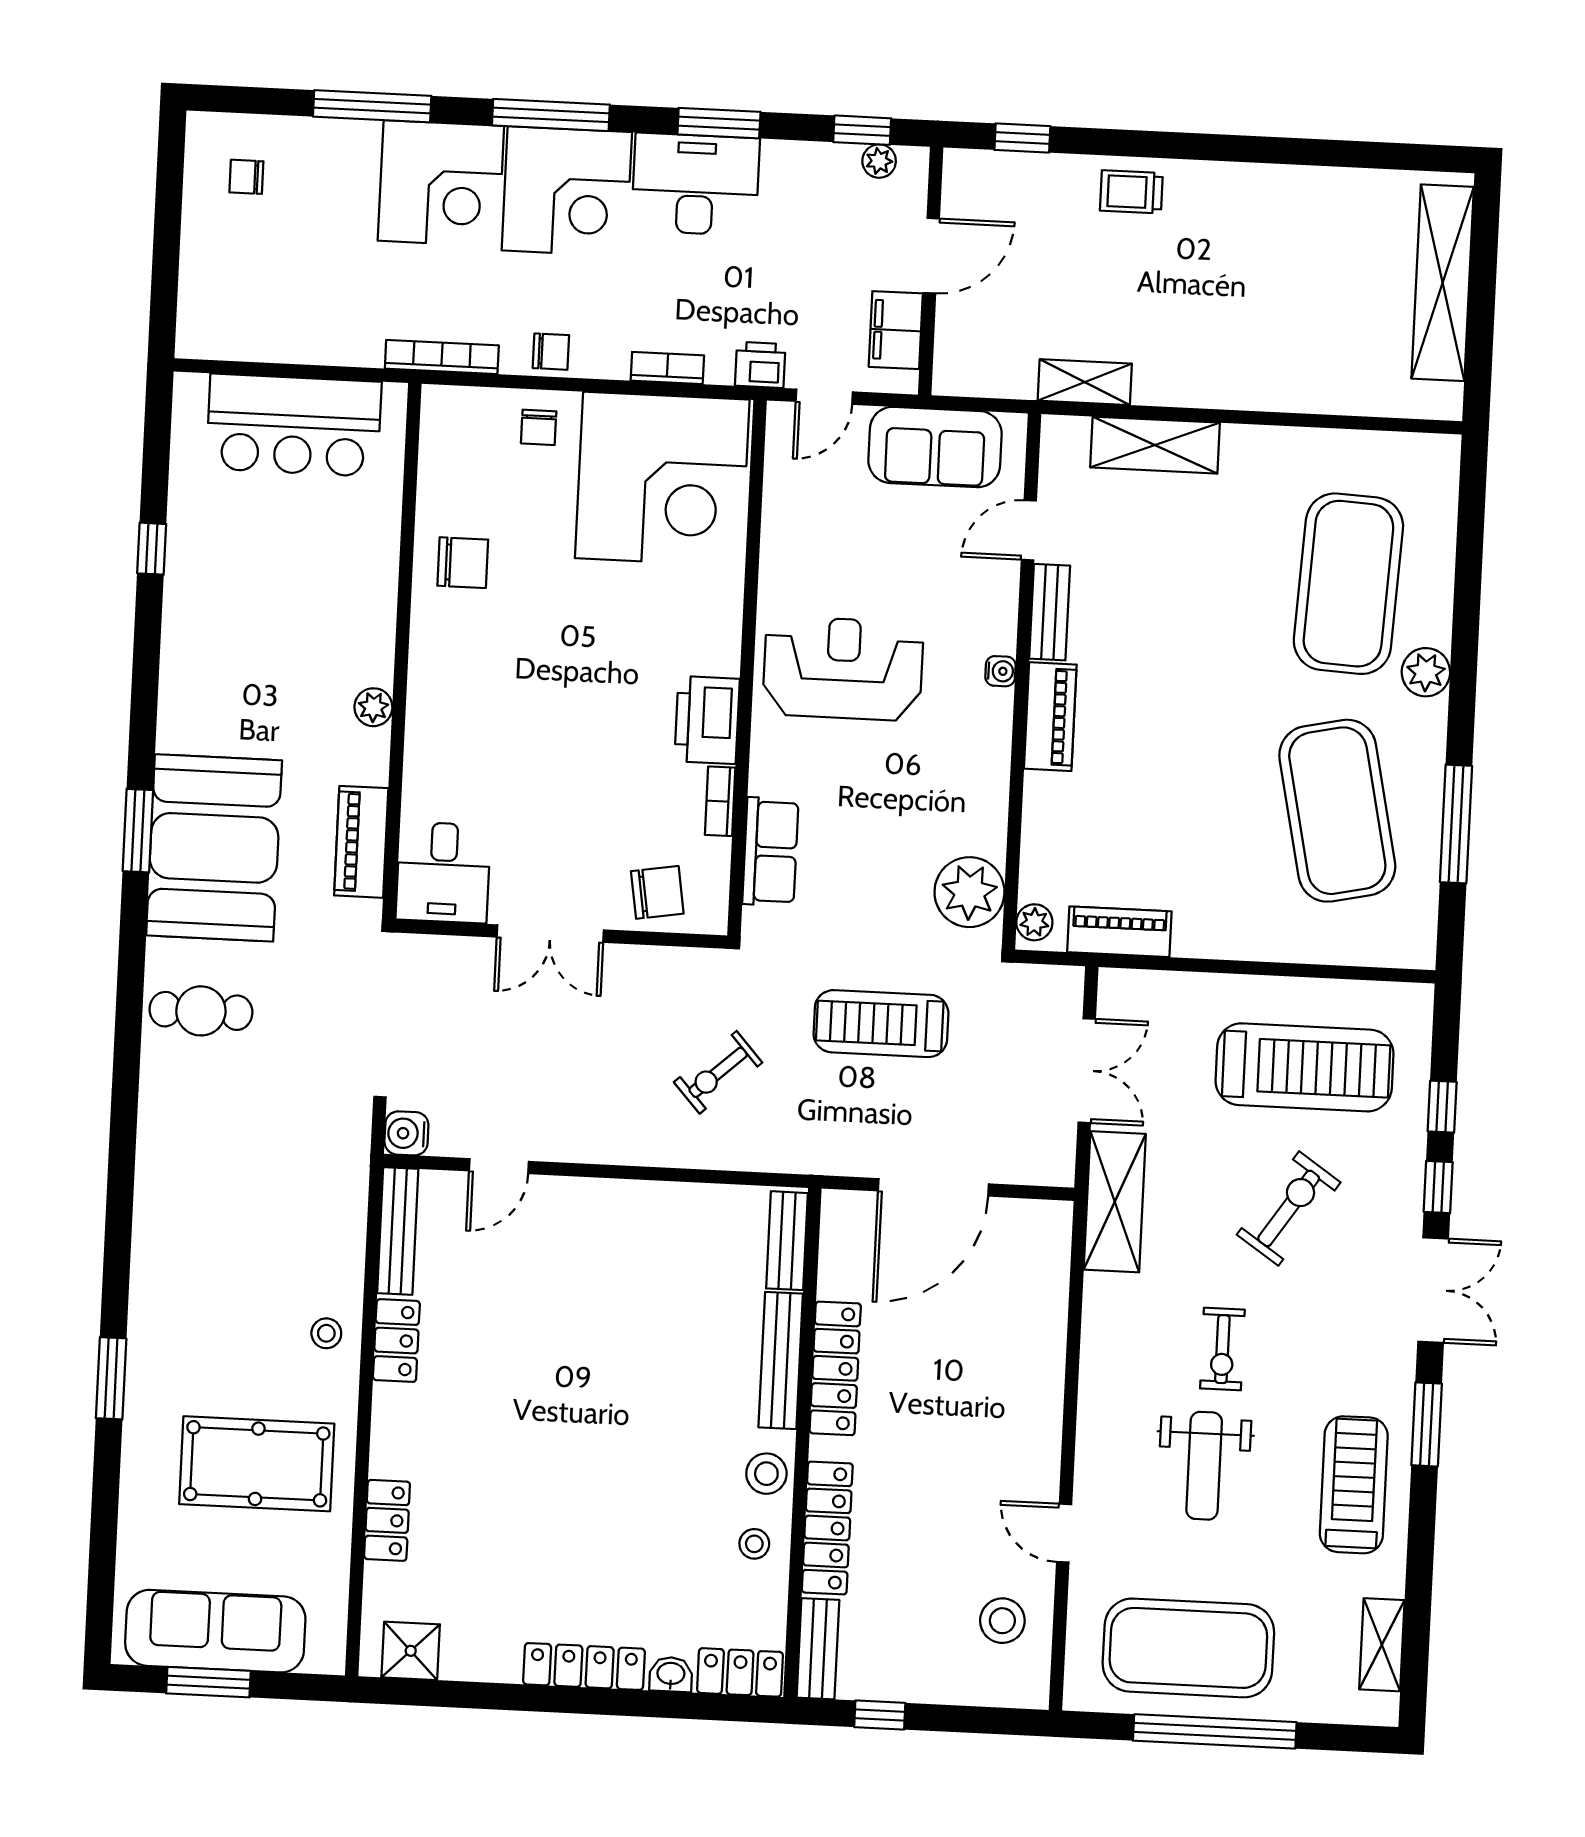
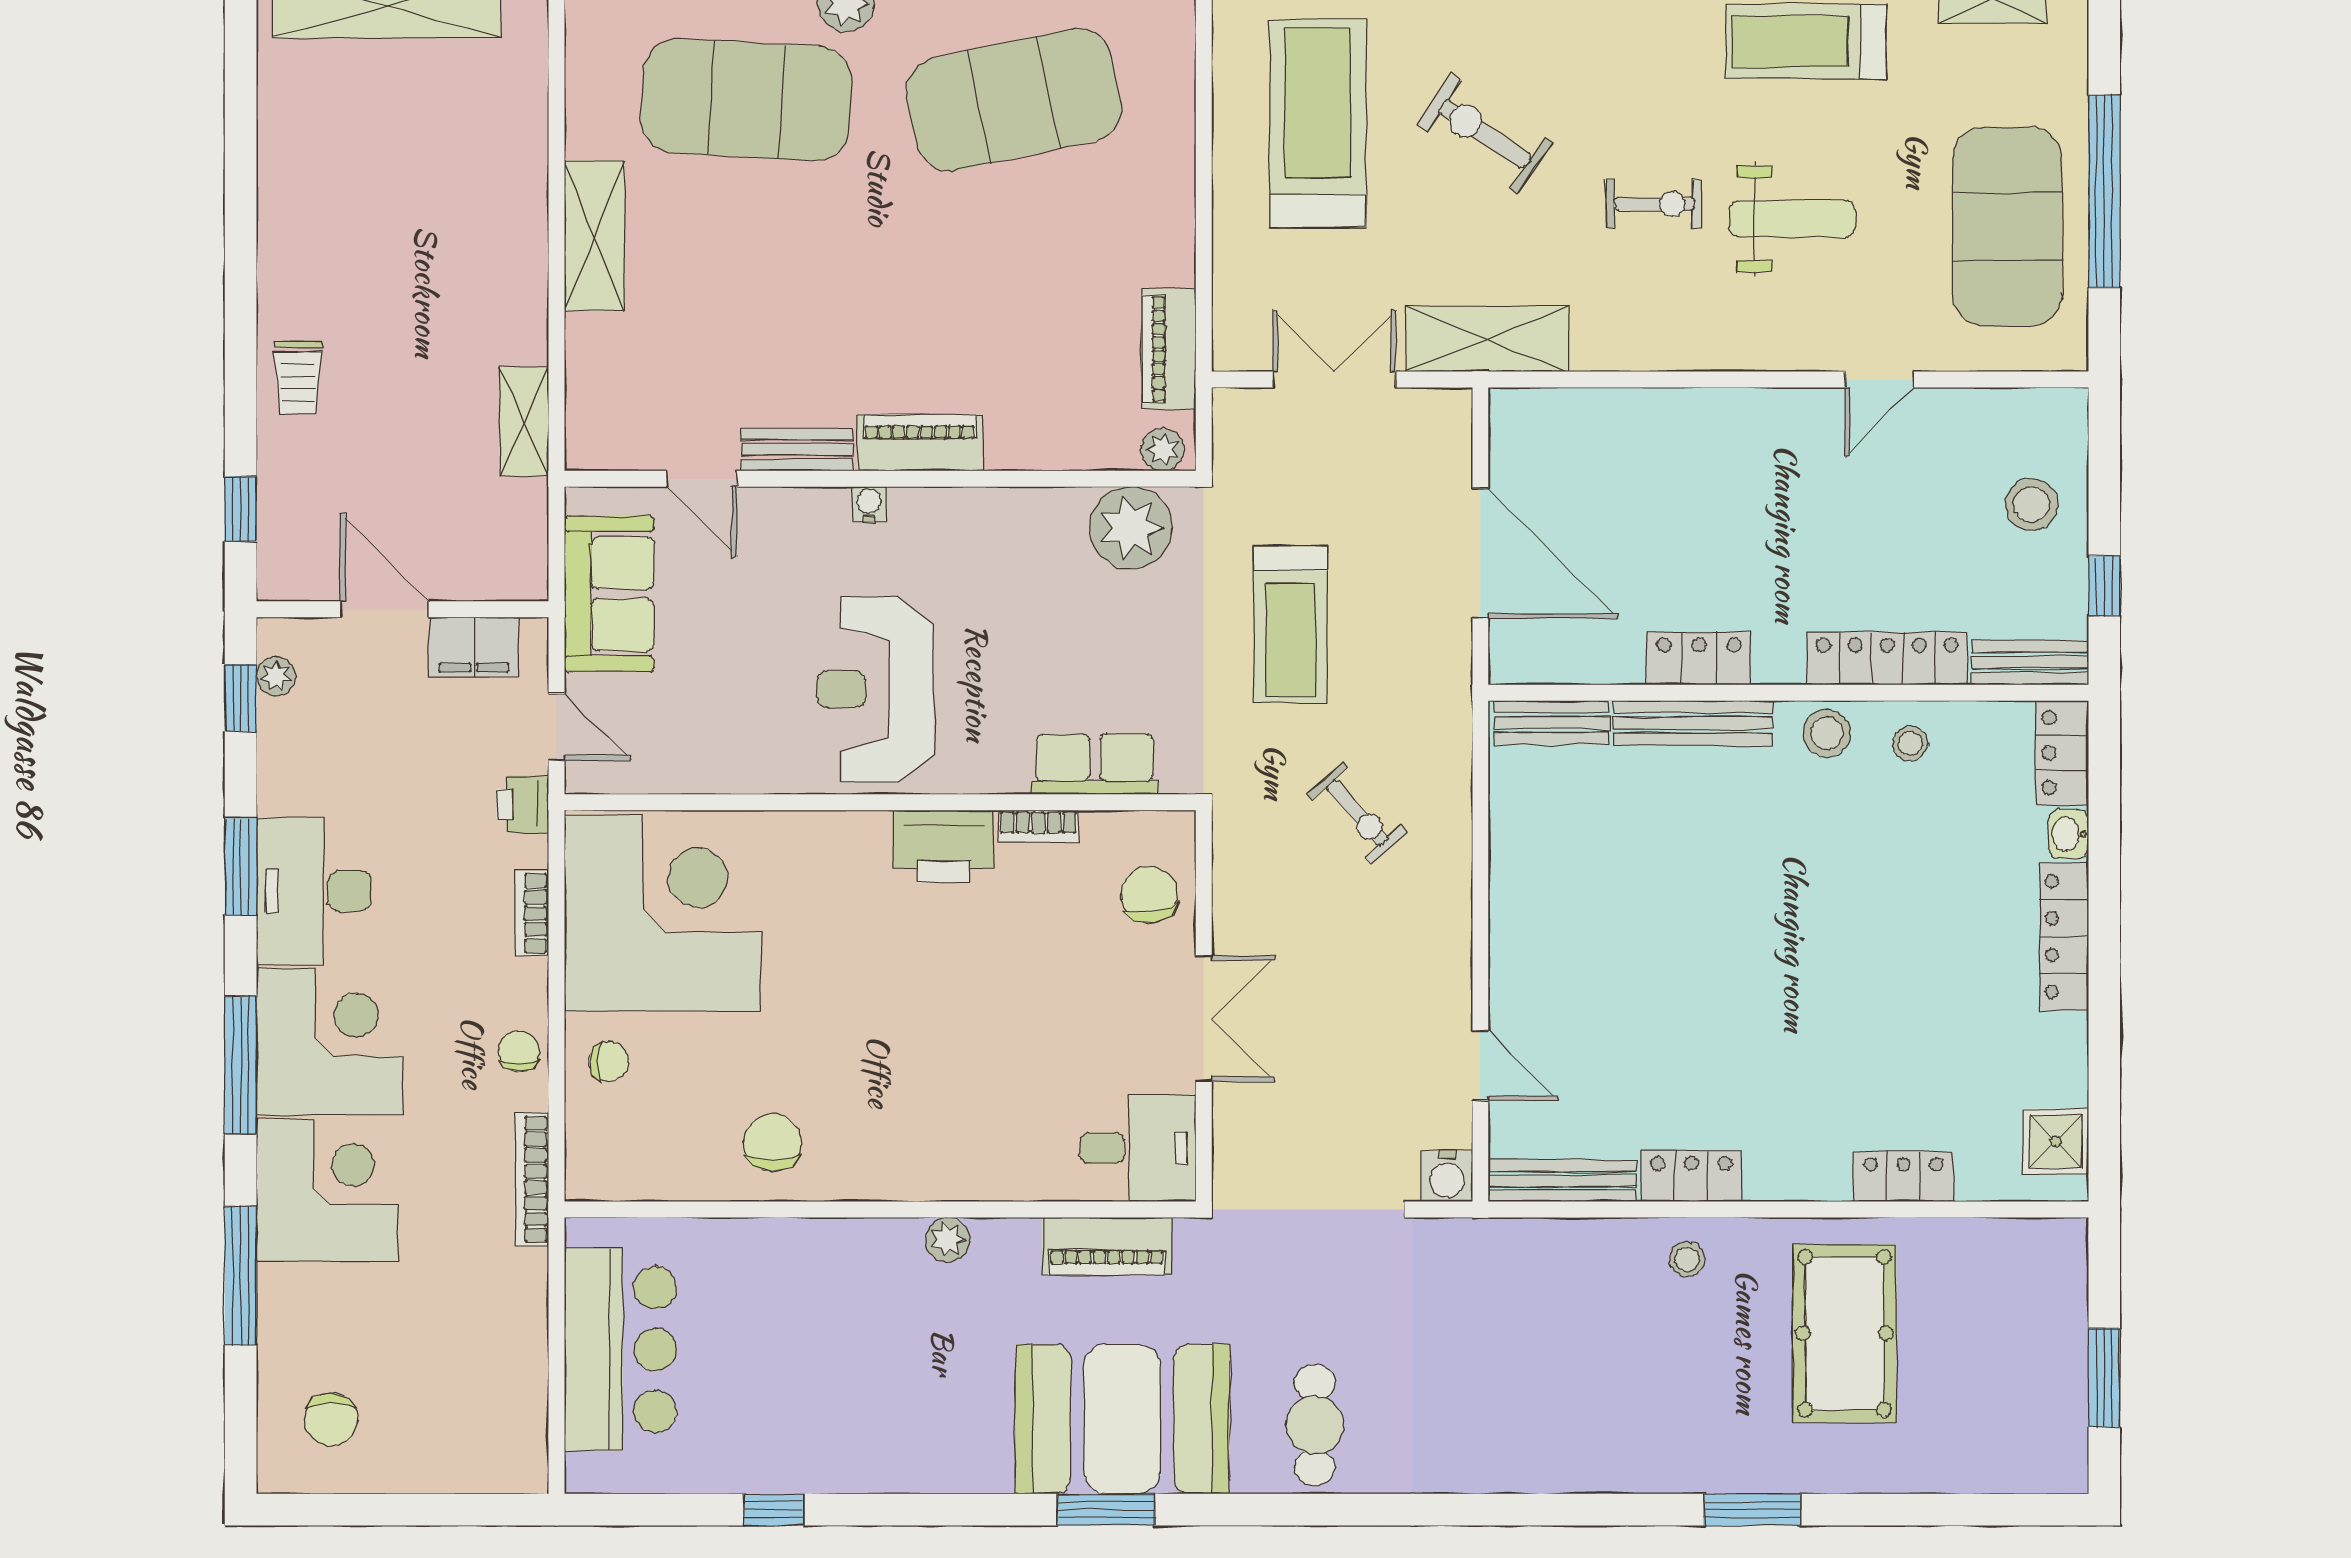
chair: (246, 177) -> (331, 1420), width x1.37, depth x1.37
shelving: (1155, 445) -> (594, 236), moved
locker: (835, 1368) -> (1699, 658), width x0.66
stool: (1002, 1621) -> (2032, 505), moved
sofa: (215, 1631) -> (2044, 1372), removed

